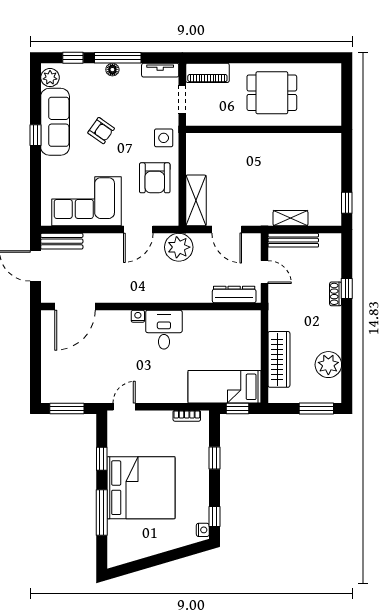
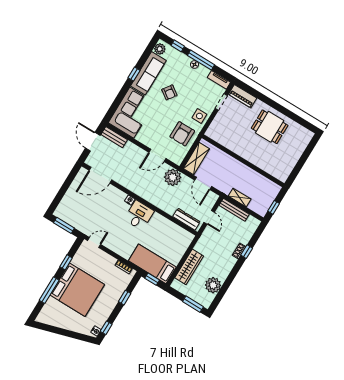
wall: (264, 129) -> (243, 161), moved
corner sofa: (87, 201) -> (132, 113), moved, turned 90

